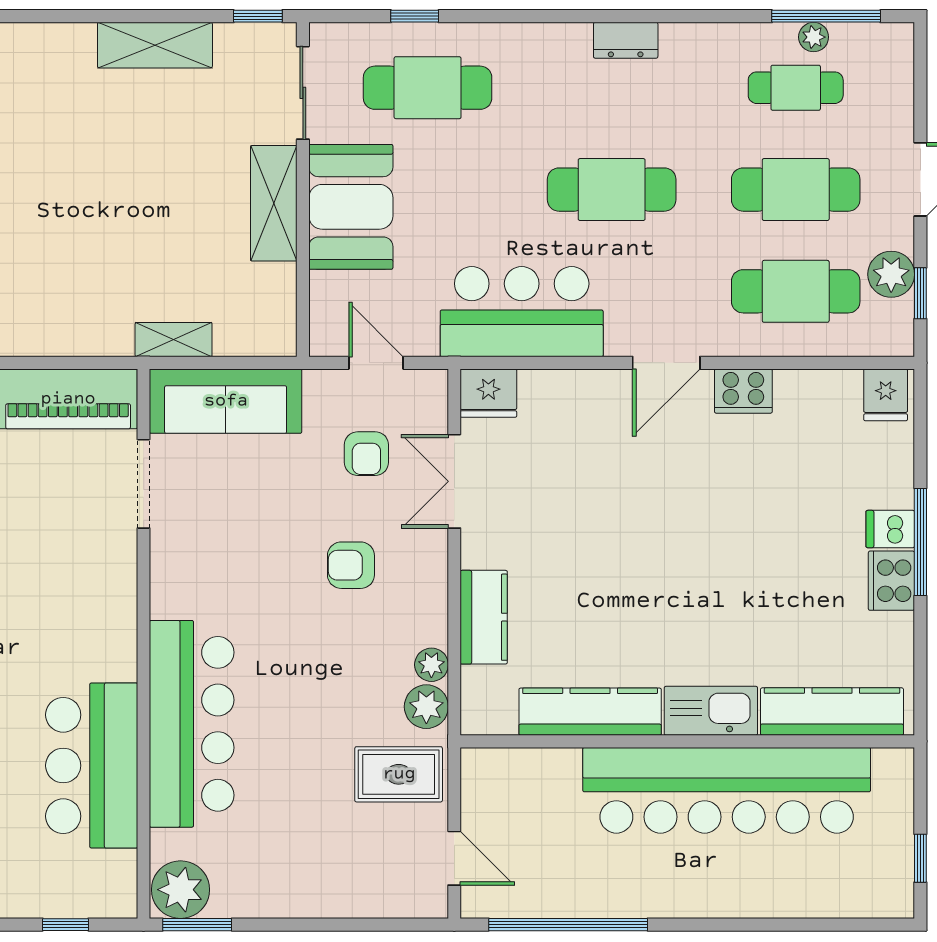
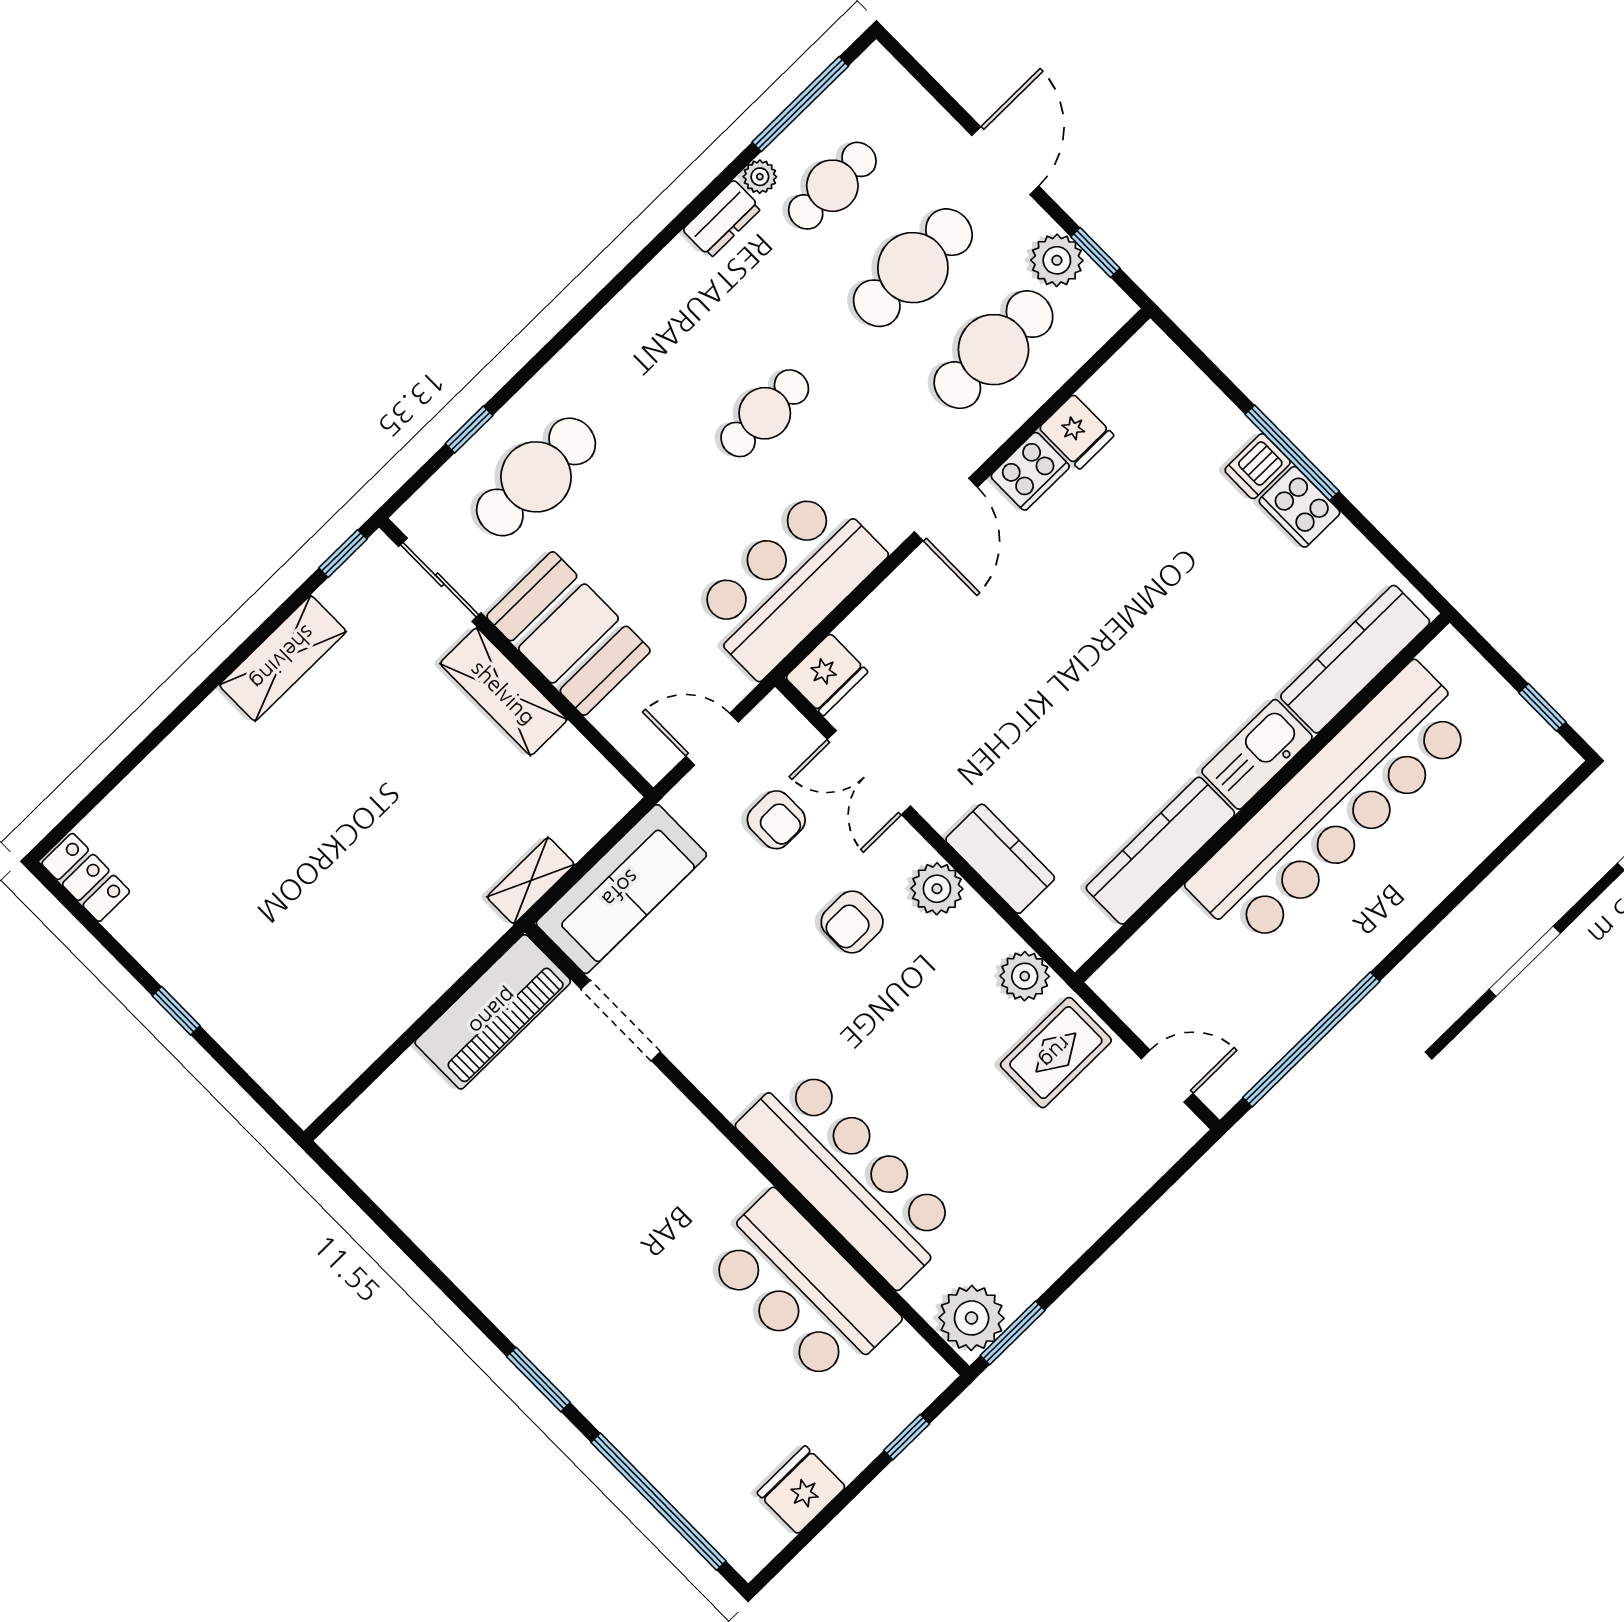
plant: (814, 37) -> (760, 177), moved
dresser: (626, 40) -> (722, 219), moved
cafe table: (612, 190) -> (765, 413), width x0.73, depth x0.74
fridge: (886, 395) -> (1077, 432), moved
plant: (431, 665) -> (937, 889), moved, width x1.38, depth x1.38

